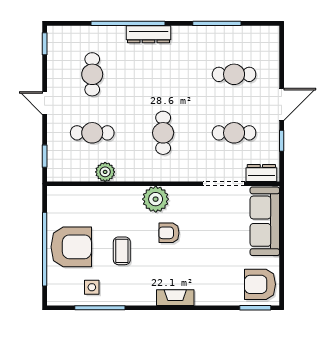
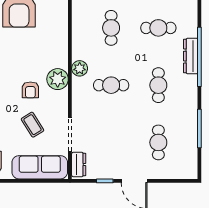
dresser: (149, 34) -> (191, 56), moved
cafe table: (234, 133) -> (158, 85), moved
plant: (105, 172) -> (80, 68), moved
armchair: (169, 233) -> (30, 90), turned 180
coffee table: (122, 251) -> (32, 125), moved, turned 58

